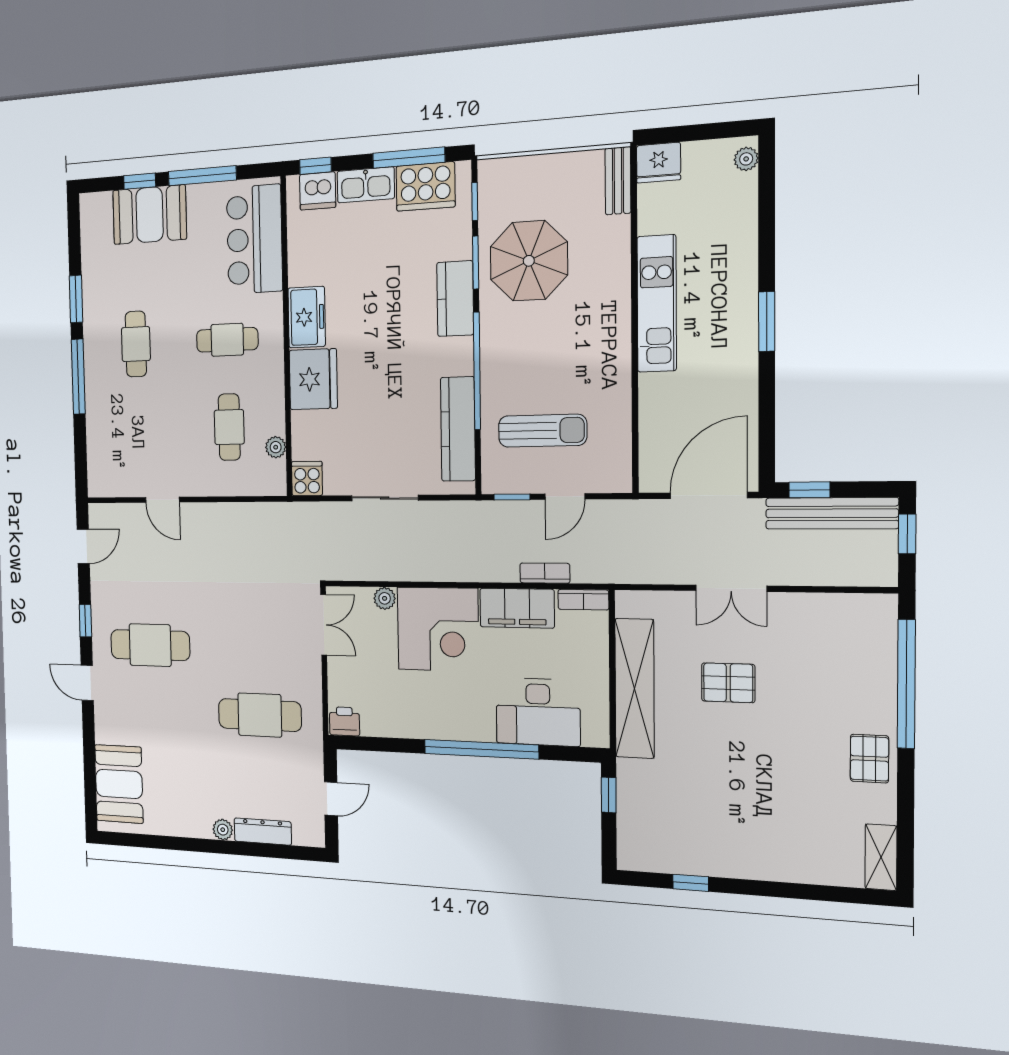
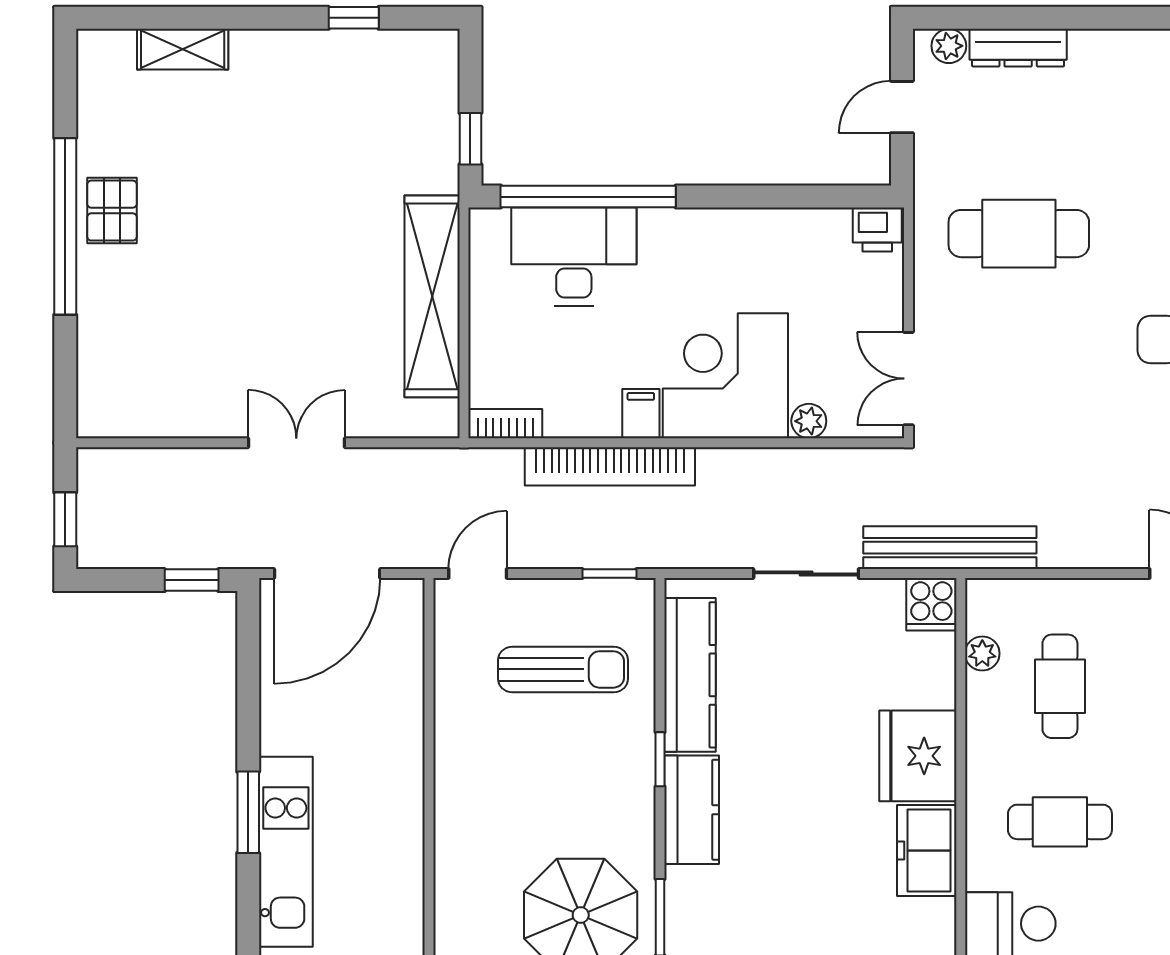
kitchen counter: (455, 299) -> (692, 810), moved
kitchen unit: (657, 304) -> (286, 852), moved, turned 180
window: (477, 371) -> (660, 759), width x0.32
sun lounger: (542, 431) -> (563, 669), turned 180
door: (565, 497) -> (478, 573), moved
bench: (831, 513) -> (950, 548), moved
bookcase: (545, 573) -> (610, 466), width x2.31, depth x1.31
filing cabinet: (517, 608) -> (641, 414), width x0.33, depth x0.86
pallet: (728, 683) -> (301, 309), removed
window: (906, 684) -> (65, 226), moved
window: (481, 749) -> (588, 197), moved
plant: (223, 830) -> (949, 46), moved
shelving: (881, 857) -> (183, 49), moved, turned 90

